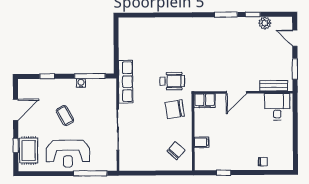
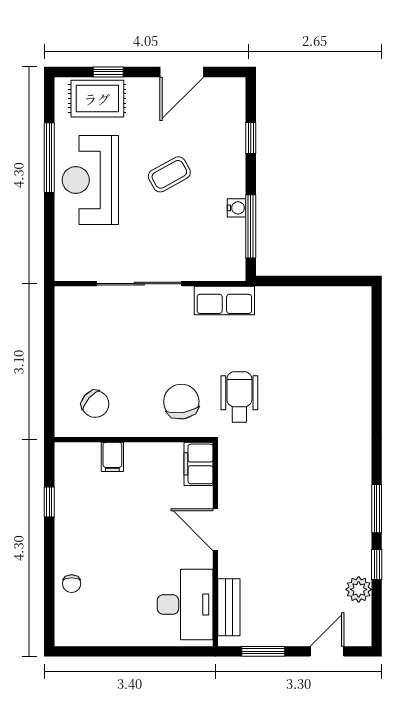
wheelchair: (172, 81) -> (239, 397), turned 180
row of seats: (126, 82) -> (224, 300), width x0.68
desk: (277, 107) -> (185, 605), width x1.37
door: (16, 110) -> (182, 72), hinge flipped
window: (90, 173) -> (49, 158), moved

